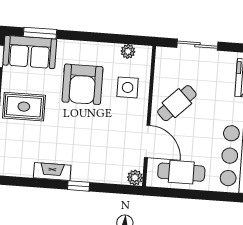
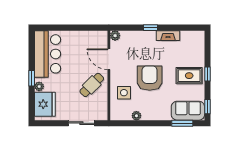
plant: (128, 51) -> (136, 116), moved
armchair: (82, 84) -> (150, 78), moved
cafe table: (181, 172) -> (86, 41), removed

